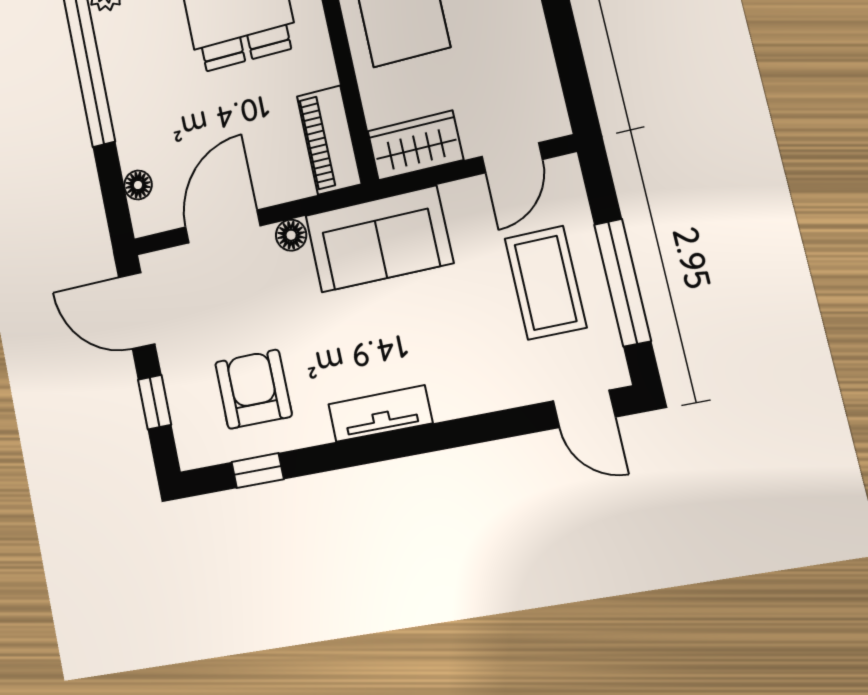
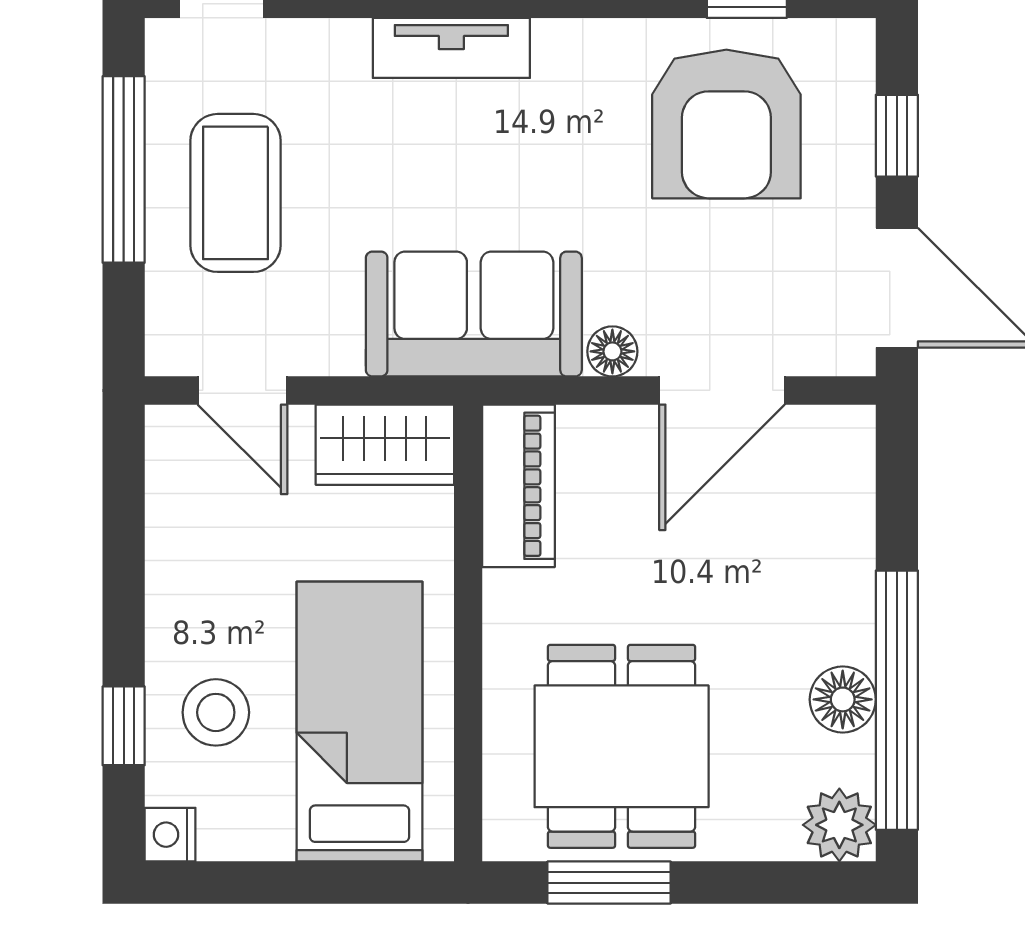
door: (512, 158) -> (242, 390), swing flipped
floor lamp: (138, 185) -> (843, 699), moved, width x1.37, depth x1.37
armchair: (253, 389) -> (726, 124), width x1.36, depth x1.36
tv unit: (380, 414) -> (451, 48), moved

